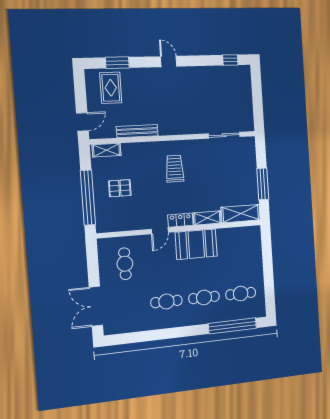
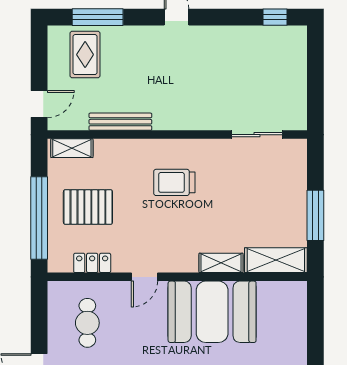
window: (117, 63) -> (98, 17), width x1.44
trolley: (175, 169) -> (174, 182), turned -90
pallet: (120, 188) -> (88, 207), width x1.50, depth x1.42
locker: (180, 220) -> (92, 263), moved
booth: (196, 244) -> (212, 312), width x1.36, depth x1.42

